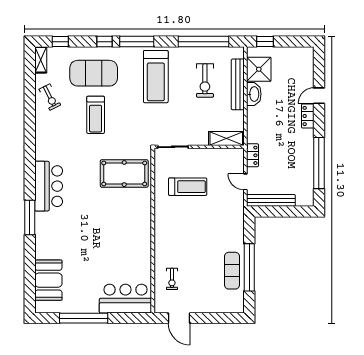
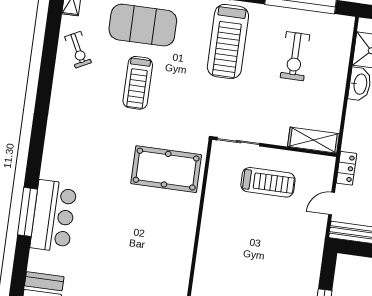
bench: (238, 84) -> (339, 68), removed
door: (245, 182) -> (332, 204), hinge flipped
bar counter: (49, 186) -> (53, 216), moved
treadmill: (188, 187) -> (268, 182), moved

